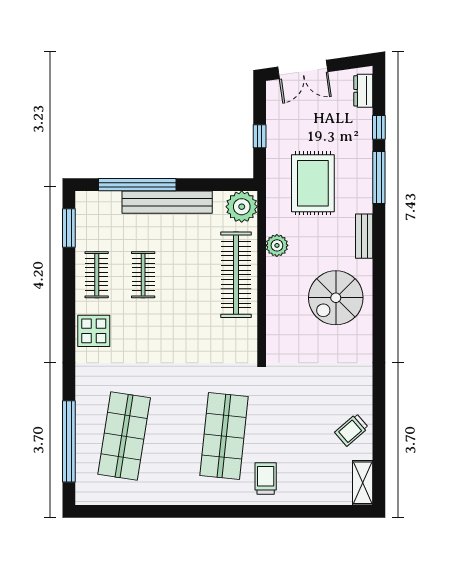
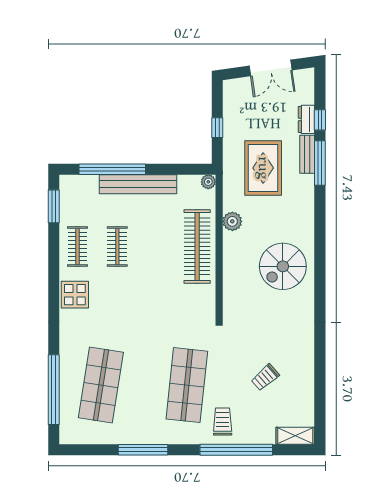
double door: (303, 69) -> (271, 68), moved
dresser: (363, 91) -> (306, 119), moved
plant: (242, 207) -> (208, 182), width x0.53, depth x0.53
bench: (364, 236) -> (307, 154), moved
trolley: (352, 430) -> (265, 377), moved
shelving: (363, 483) -> (295, 436), moved, turned 90
window: (173, 511) -> (143, 450), added
window: (282, 511) -> (236, 450), added

